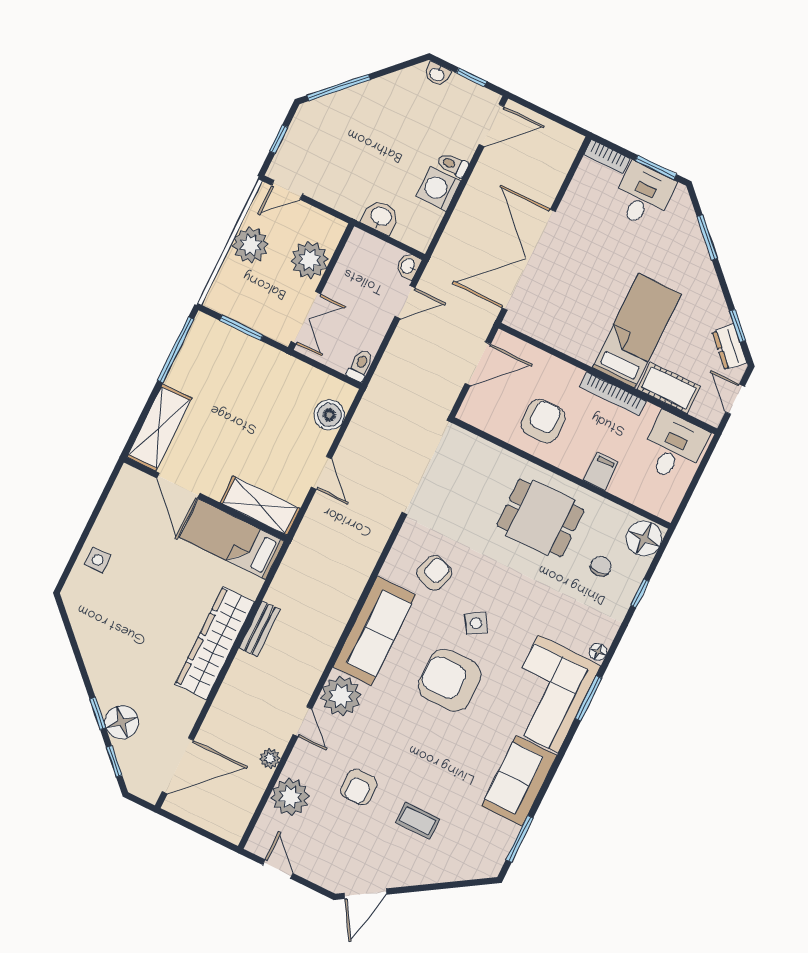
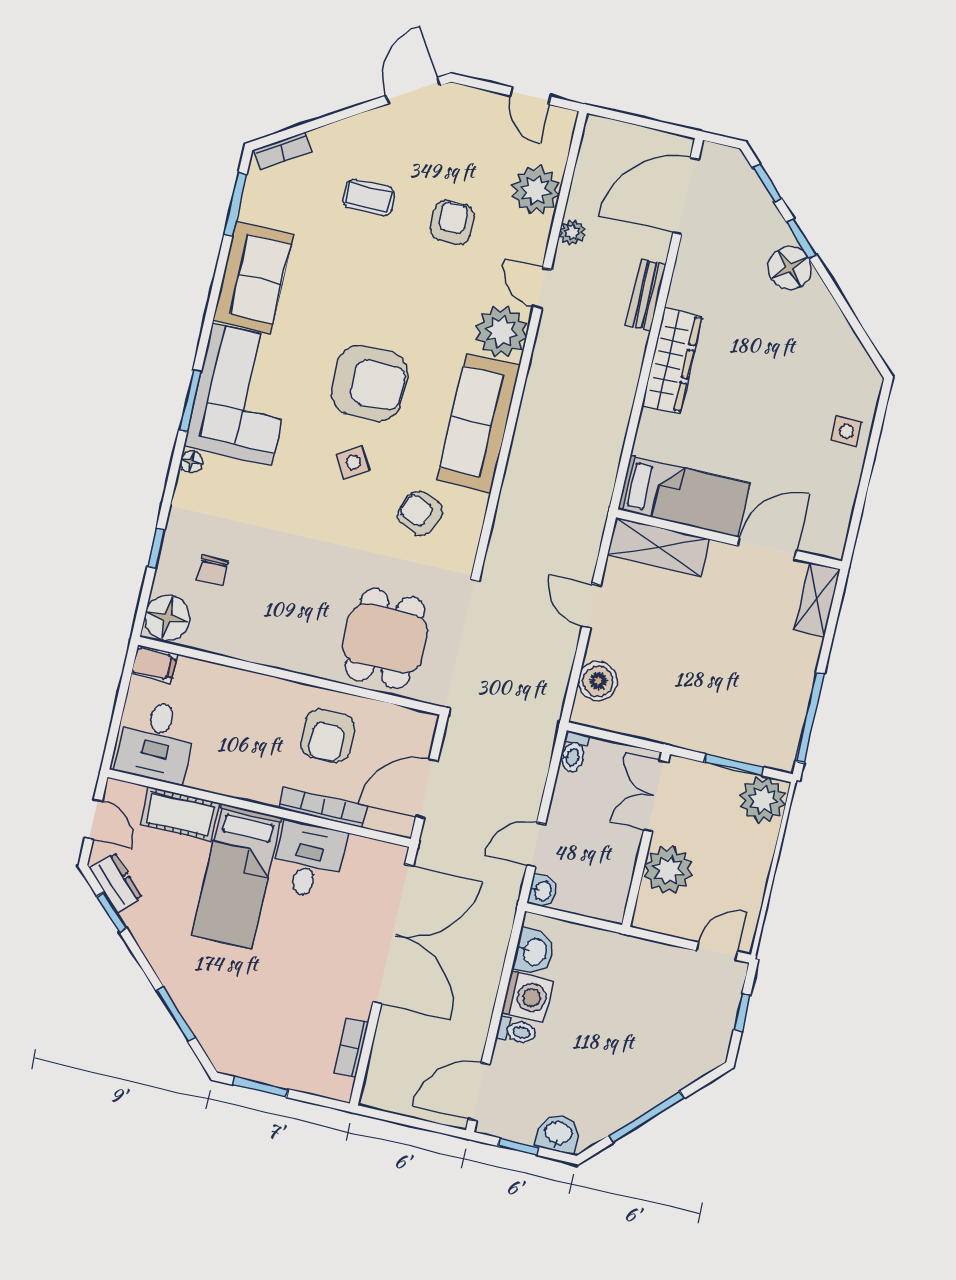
washbasin: (437, 74) -> (558, 1134), width x1.38, depth x1.45
window: (339, 87) -> (647, 1117), moved
bookcase: (607, 157) -> (351, 1047), moved, turned -90
desk: (643, 195) -> (308, 860), moved, turned 180
washbasin: (381, 217) -> (534, 951), moved, turned -90
plant: (251, 245) -> (763, 800), moved
bookcase: (613, 394) -> (323, 807), moved
shelving: (159, 427) -> (817, 600), width x0.67, depth x0.75
filing cabinet: (601, 471) -> (154, 664), moved, turned -90
door: (178, 486) -> (767, 548), hinge flipped
dining table: (540, 518) -> (385, 638), moved, turned 90
armchair: (434, 573) -> (420, 513), turned 94
bench: (260, 629) -> (646, 295), moved
wardrobe: (215, 643) -> (672, 360), width x0.71, depth x0.85
floor lamp: (122, 722) -> (790, 268), moved
bookcase: (475, 871) -> (282, 151), added

